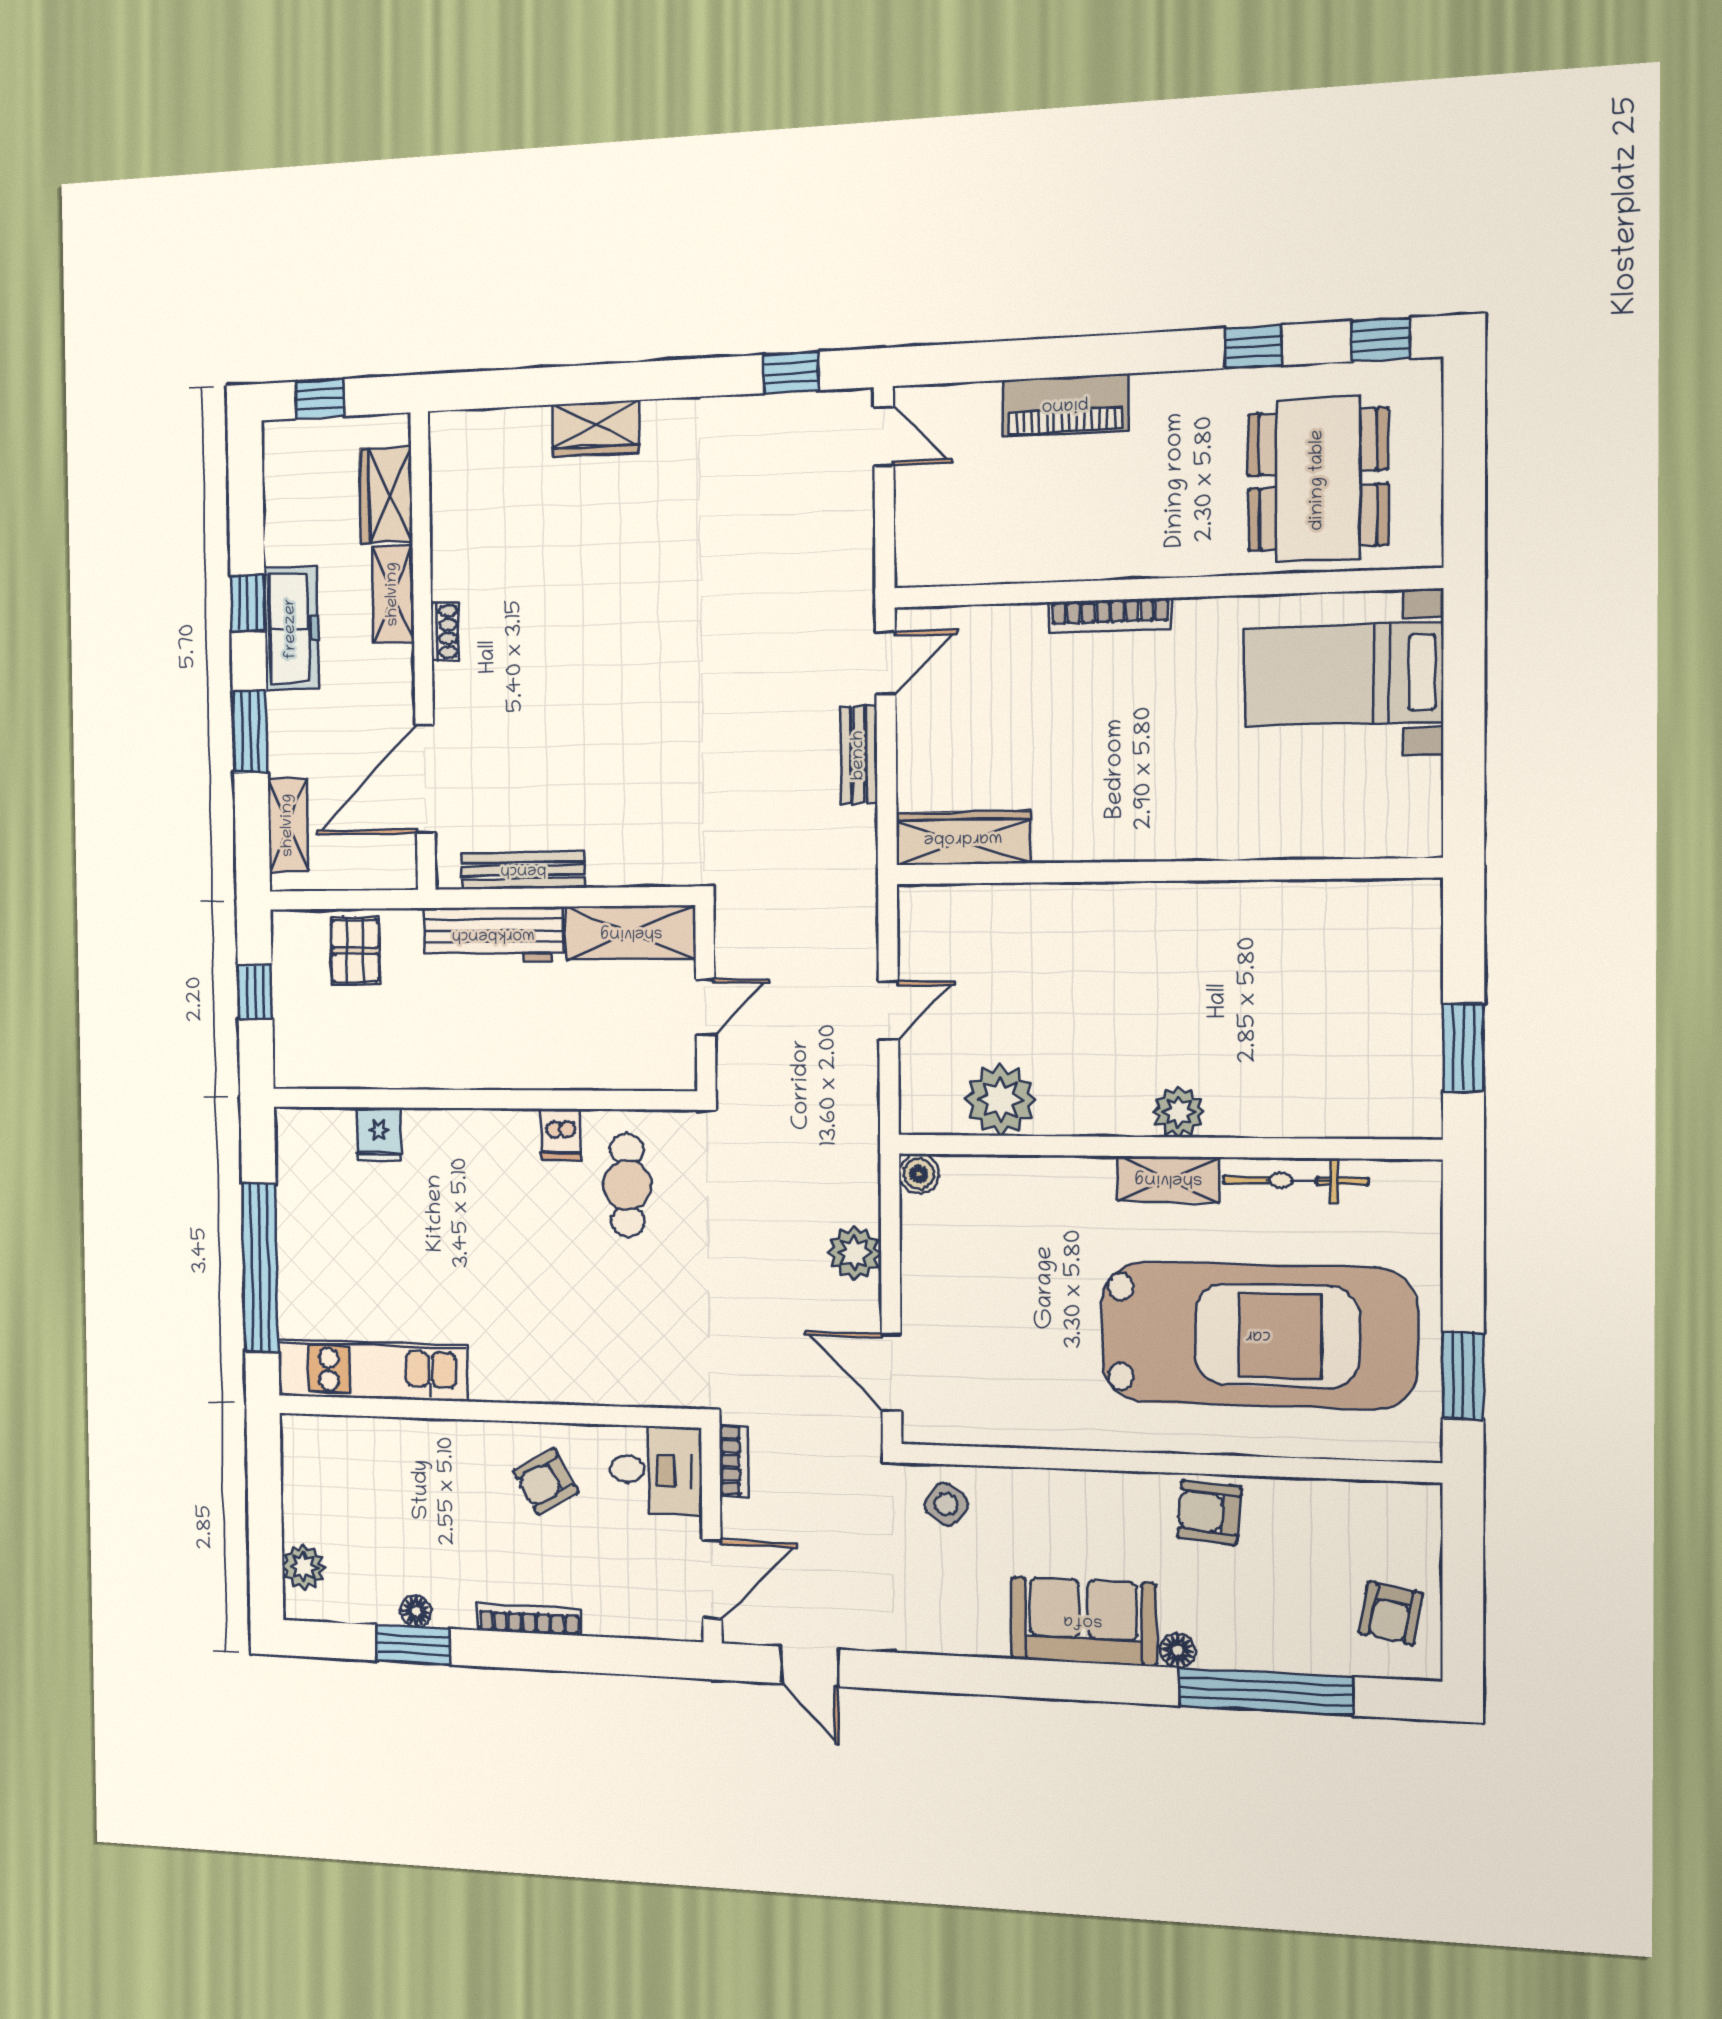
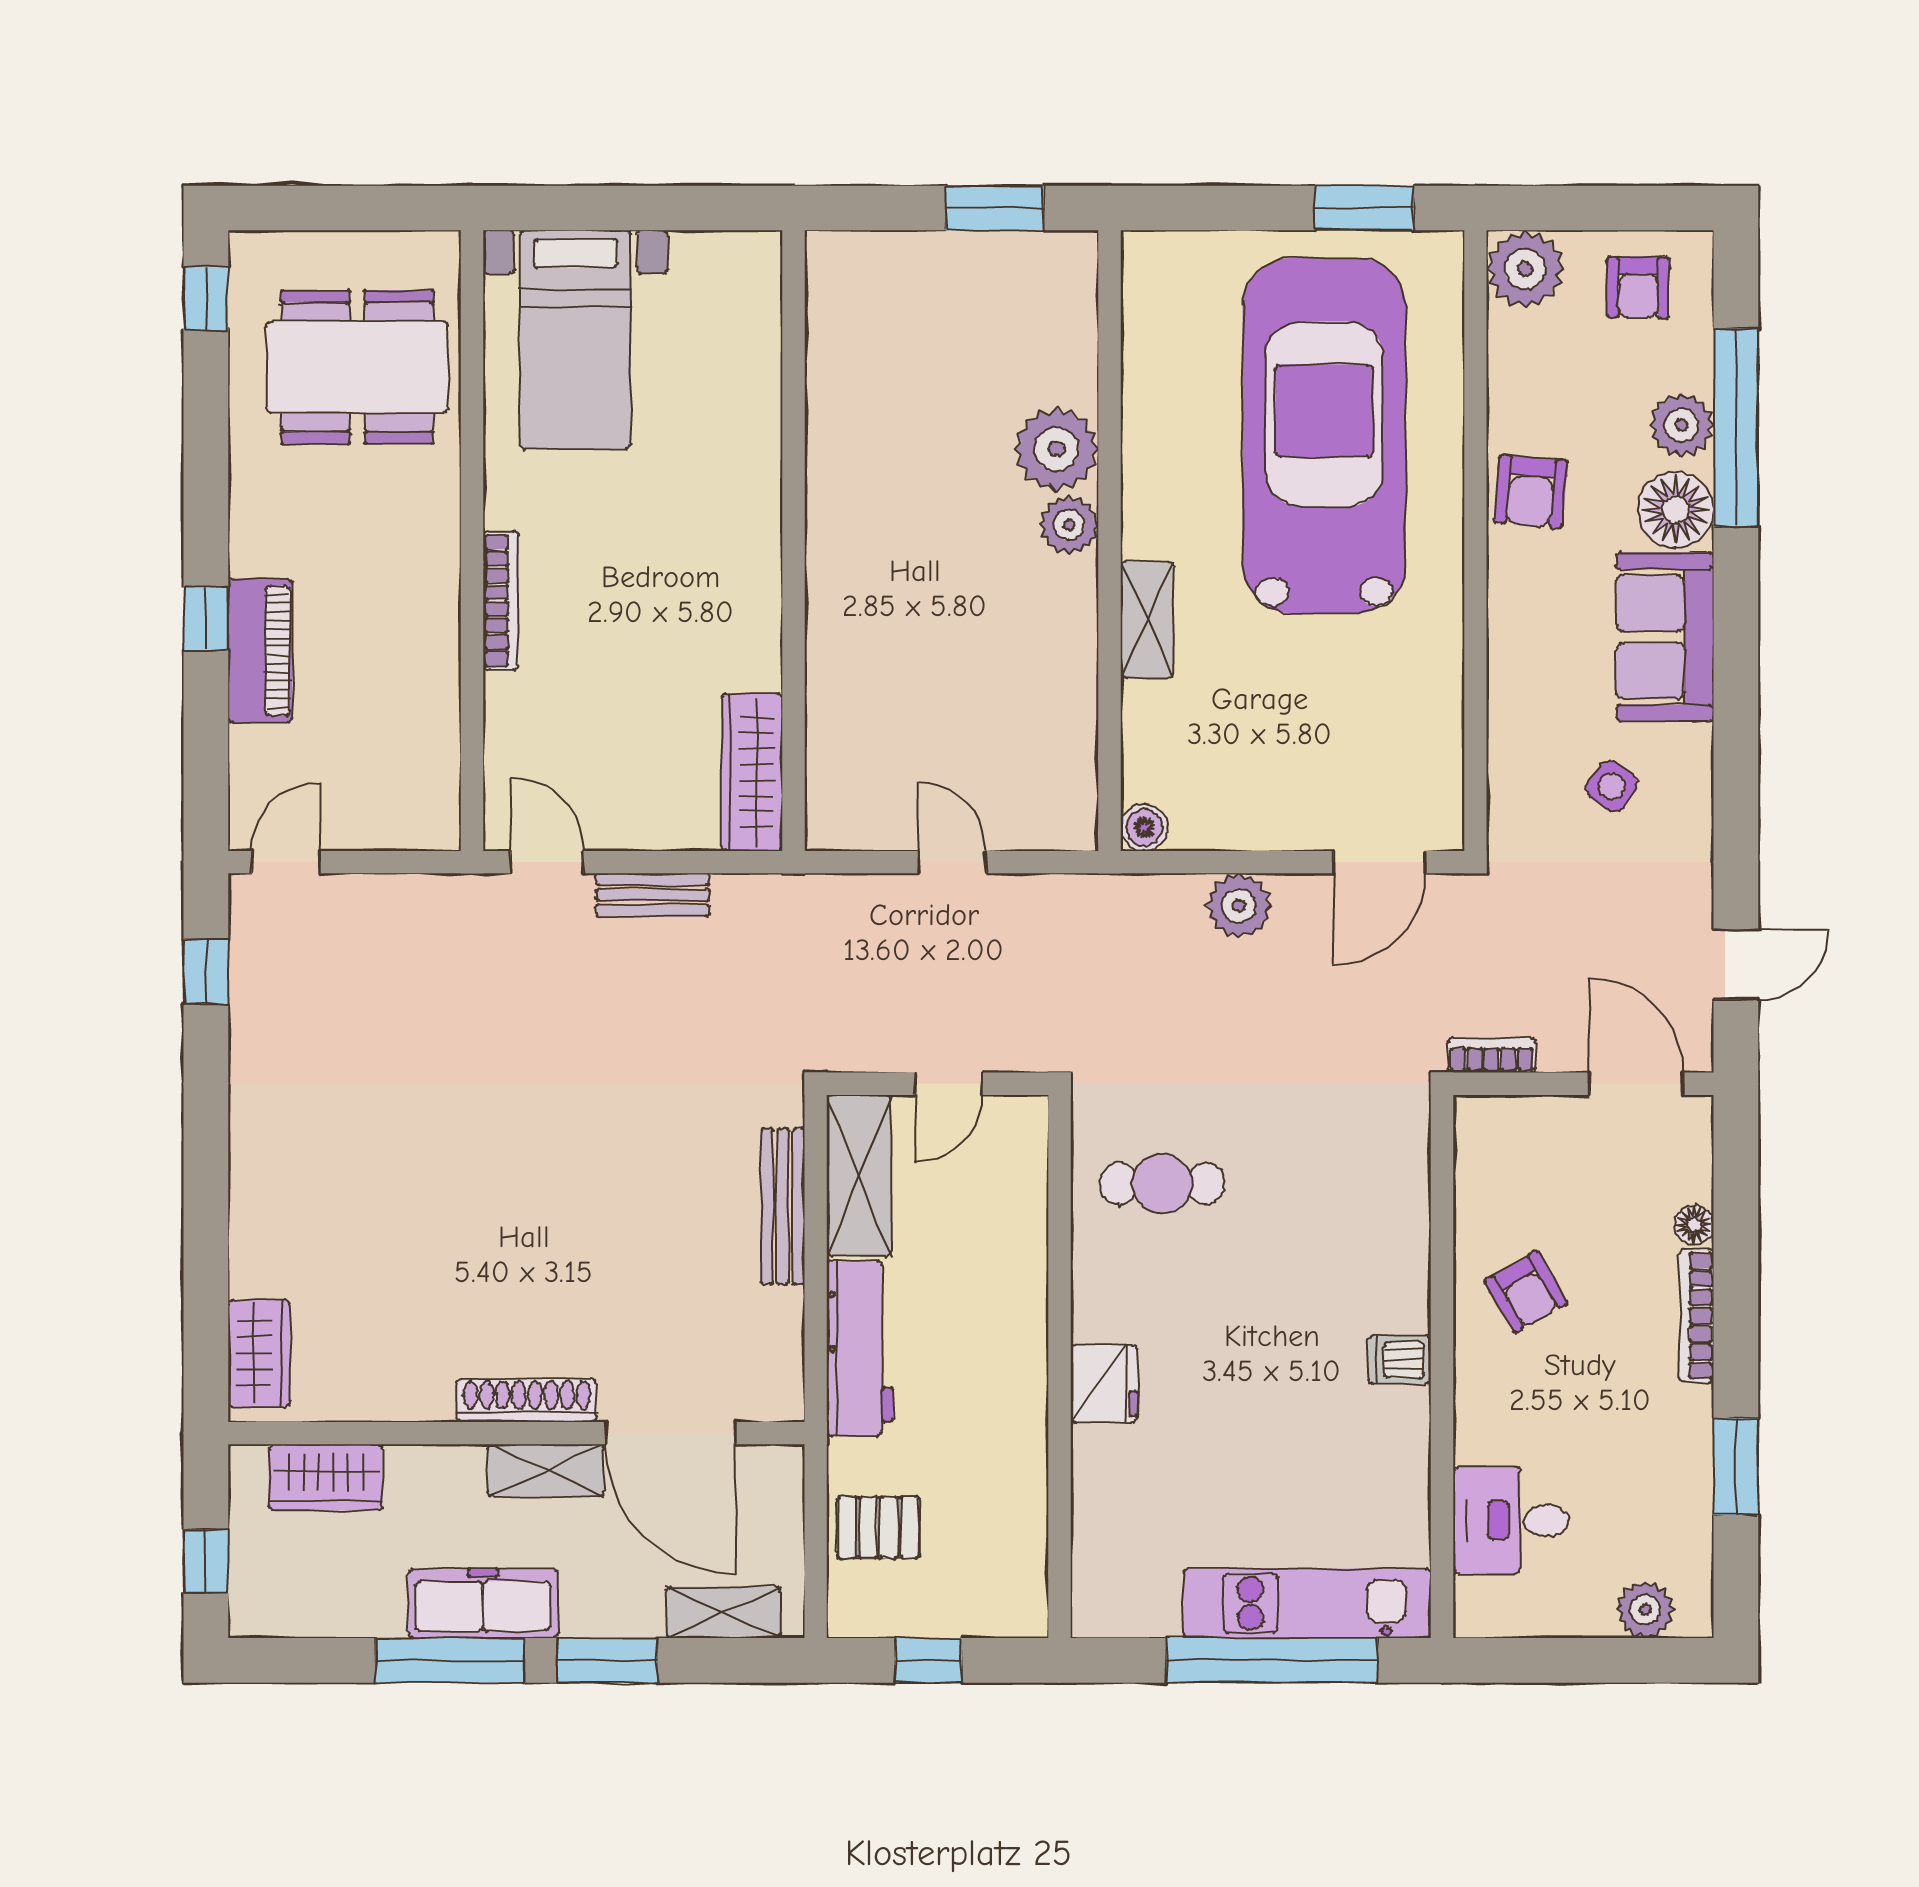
window: (1253, 347) -> (206, 619), moved
wardrobe: (596, 429) -> (259, 1353), moved
shelving: (393, 594) -> (546, 1470), moved
window: (248, 603) -> (450, 1660), width x2.17
shoe rack: (445, 631) -> (527, 1400), width x1.94, depth x1.24
bench: (523, 870) -> (783, 1206), moved
door: (706, 1007) -> (948, 1084), swing flipped
plant: (1000, 1100) -> (1056, 449), moved
fridge: (379, 1135) -> (1104, 1384), moved, width x1.38
dishwasher: (561, 1135) -> (1400, 1360), moved, turned 180
shelving: (1168, 1179) -> (1147, 620), moved
bicycle: (1295, 1181) -> (1146, 393), removed
kitchen unit: (372, 1370) -> (1307, 1603), moved, turned 90
desk: (656, 1470) -> (1511, 1520), moved, turned -90
side table: (946, 1504) -> (1612, 786), moved
plant: (1407, 1515) -> (1525, 269), added
floor lamp: (416, 1611) -> (1694, 1225), moved
armchair: (1391, 1613) -> (1638, 287), turned 80
plant: (1268, 1645) -> (1681, 425), added
floor lamp: (1178, 1651) -> (1676, 510), width x1.89, depth x1.89

